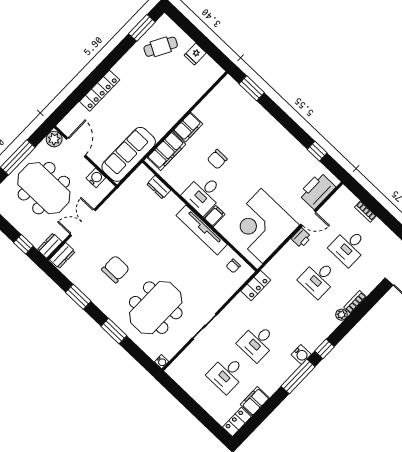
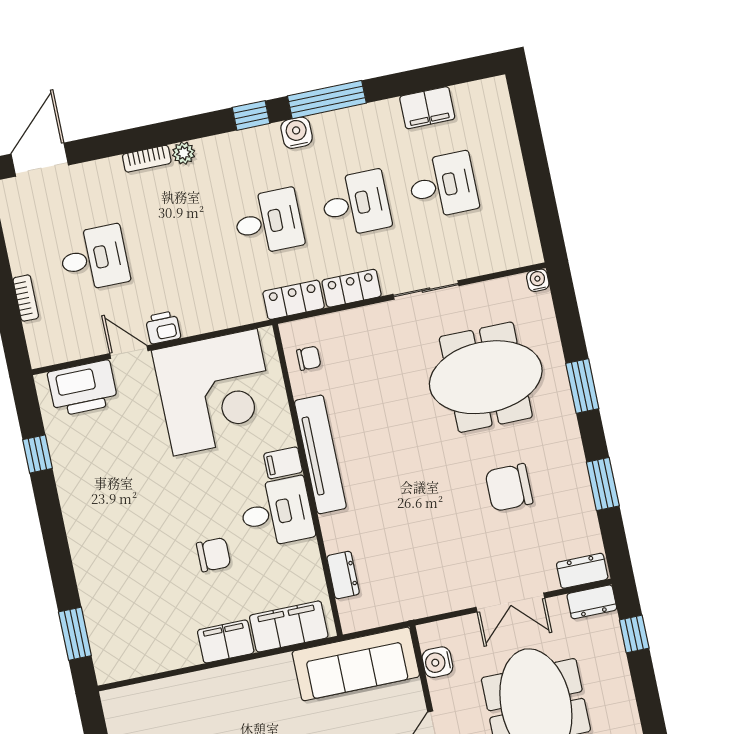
desk: (318, 279) -> (268, 222), moved
locker: (237, 422) -> (352, 288), moved, turned 180

